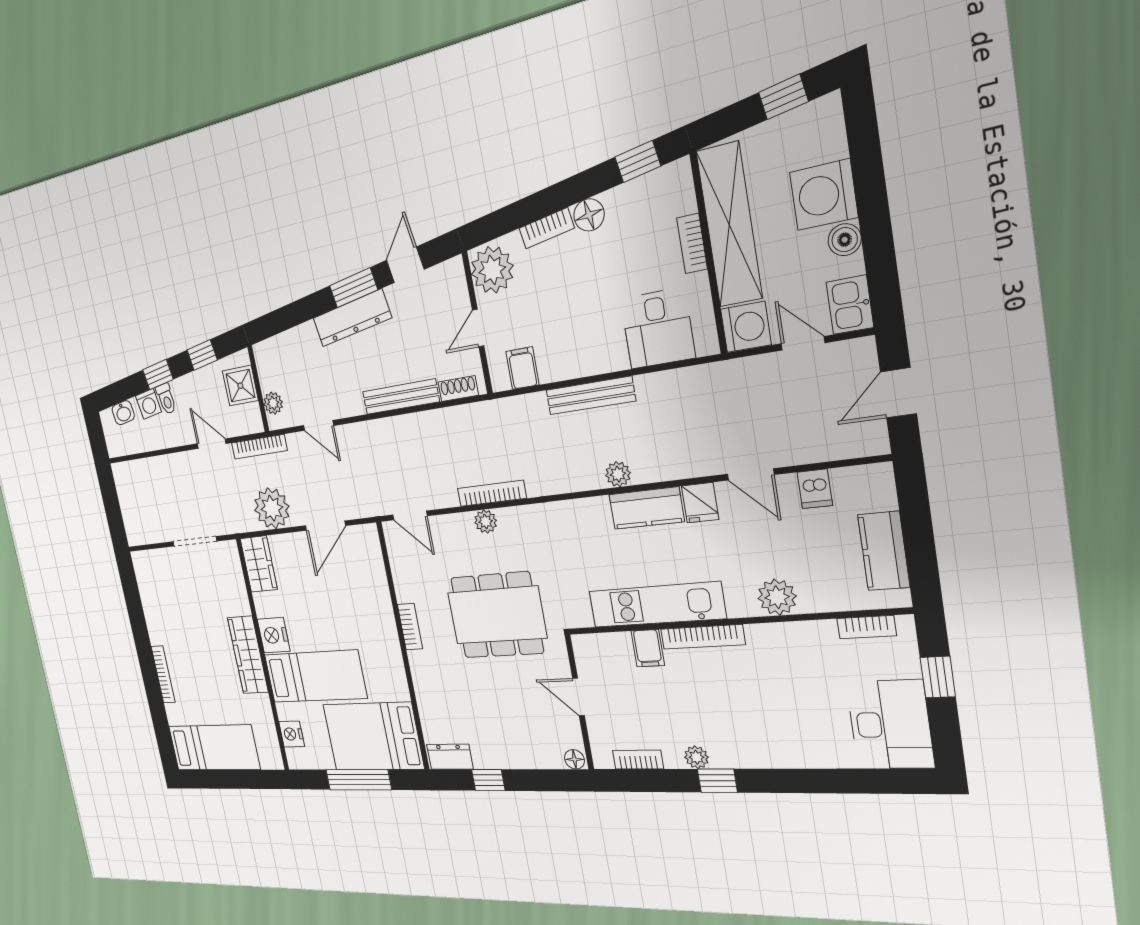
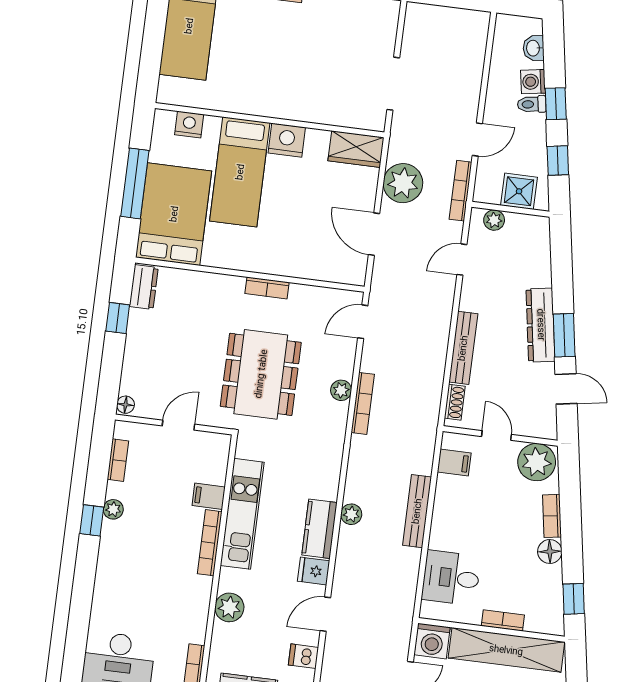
wardrobe: (248, 655) -> (273, 103), removed

